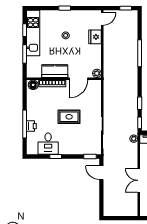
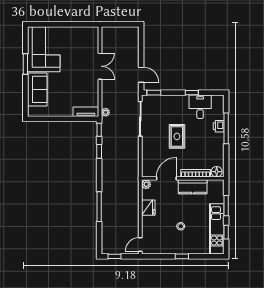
fridge: (95, 37) -> (148, 208), moved
rug: (69, 117) -> (177, 136), turned 90

